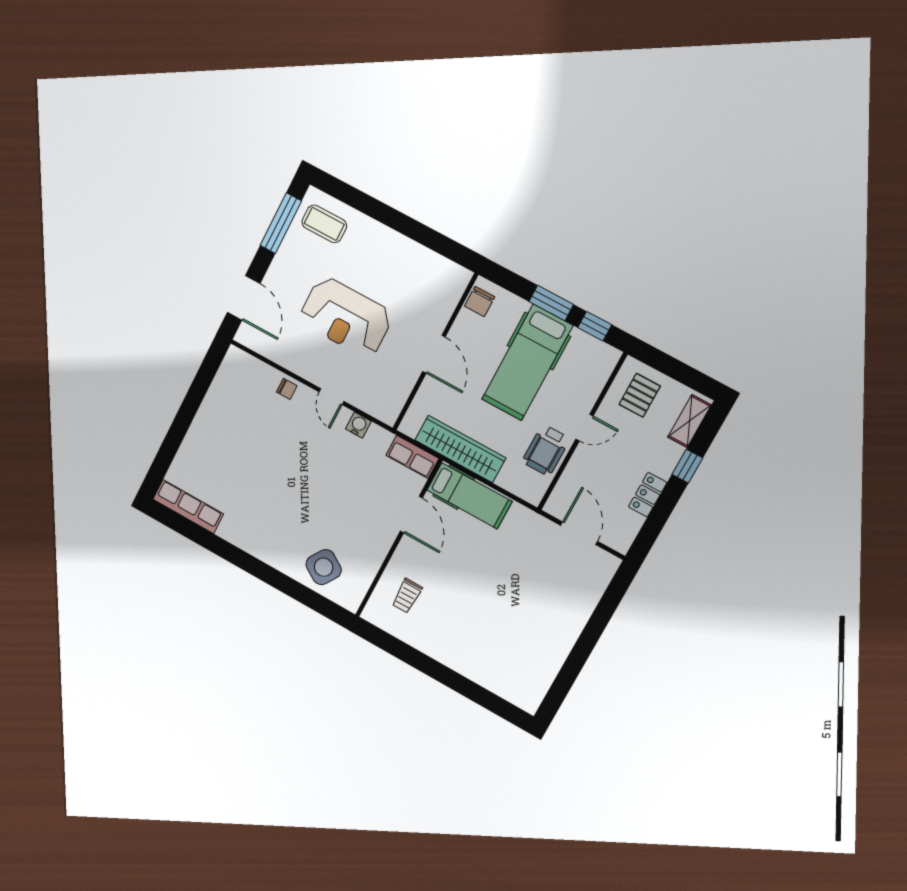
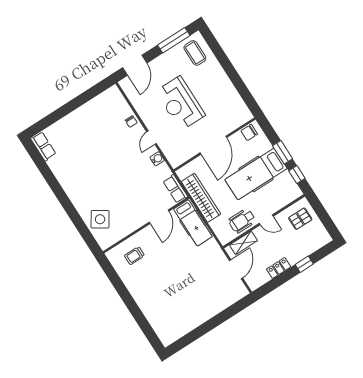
door: (434, 354) -> (213, 145), width x1.36
shelving: (689, 421) -> (243, 243), moved
row of seats: (188, 507) -> (43, 146), width x0.68

